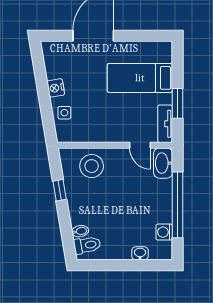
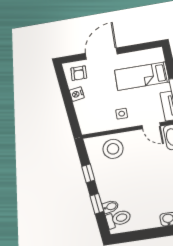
armchair: (61, 59) -> (79, 73), added
side table: (64, 113) -> (122, 114), moved
window: (65, 226) -> (97, 204), added

